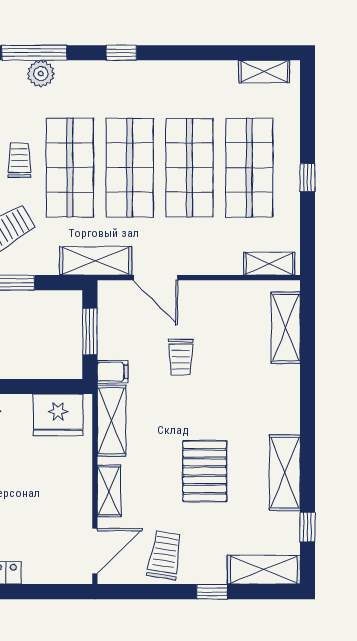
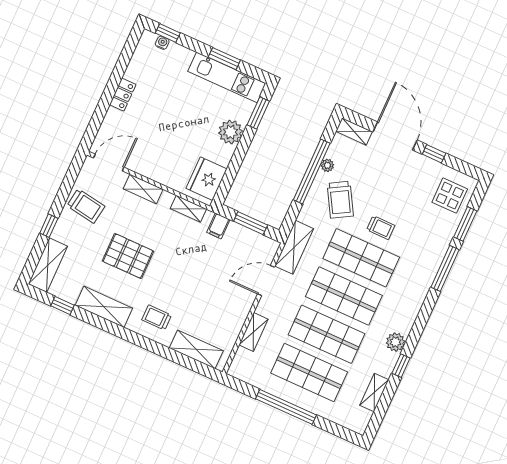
window: (121, 53) -> (401, 366), moved
shelving: (264, 71) -> (374, 393), moved
plant: (41, 74) -> (395, 342), moved
window: (307, 178) -> (286, 407), width x3.17
shelving: (269, 264) -> (253, 332), moved
trolley: (181, 357) -> (157, 318), moved
shelving: (111, 421) -> (188, 209), width x0.67, depth x0.75
door: (95, 551) -> (109, 163), swing flipped

